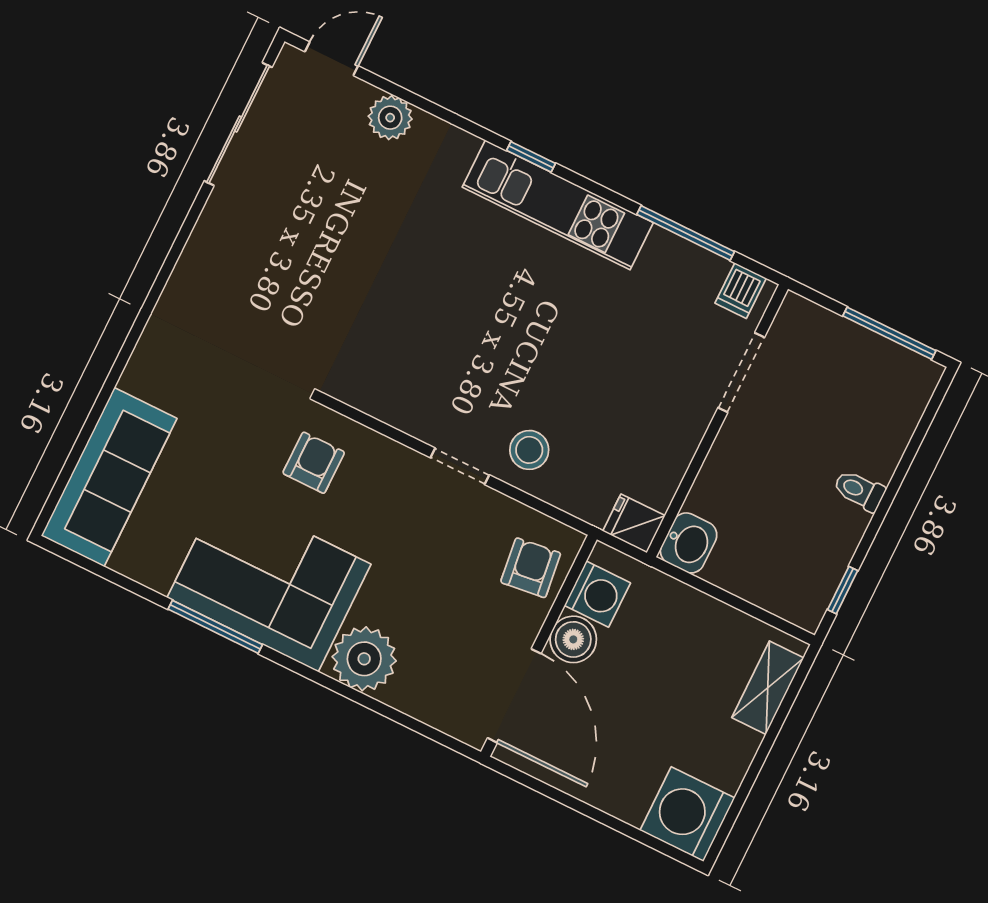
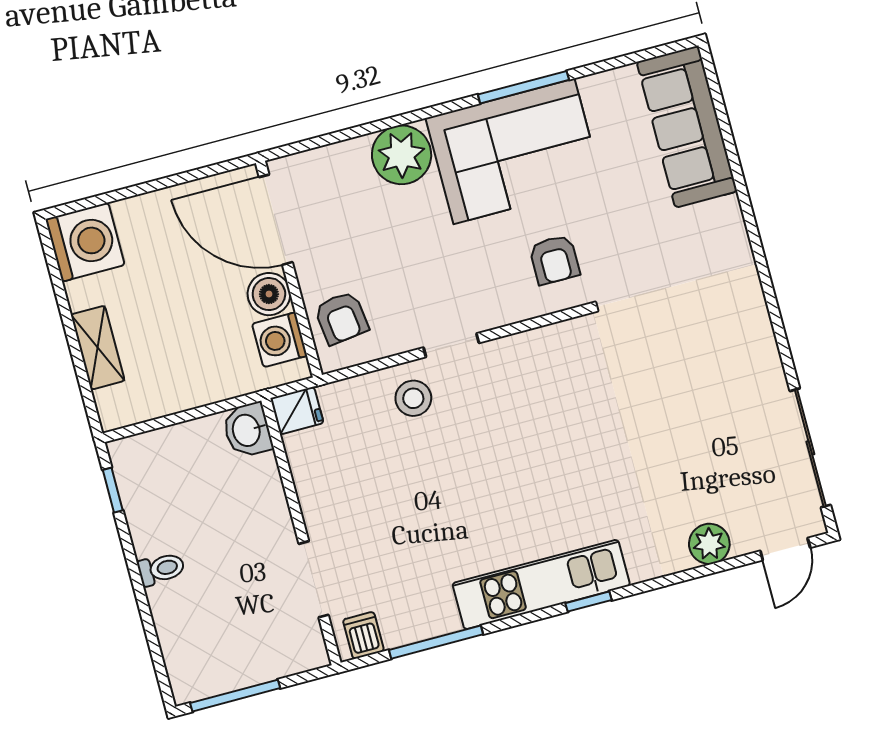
shelving: (768, 688) -> (98, 348), moved

